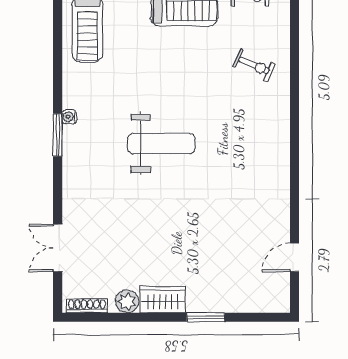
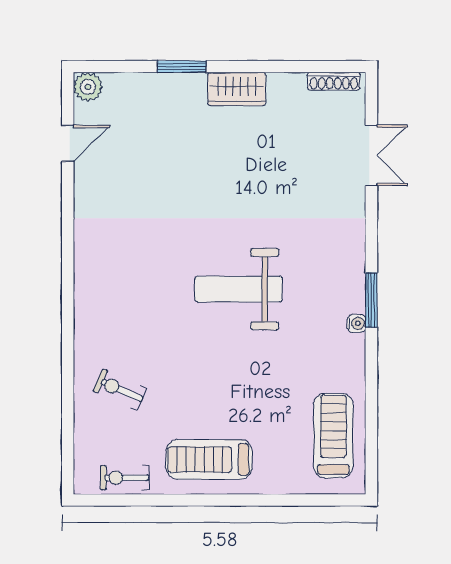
plant: (127, 301) -> (88, 87), moved

